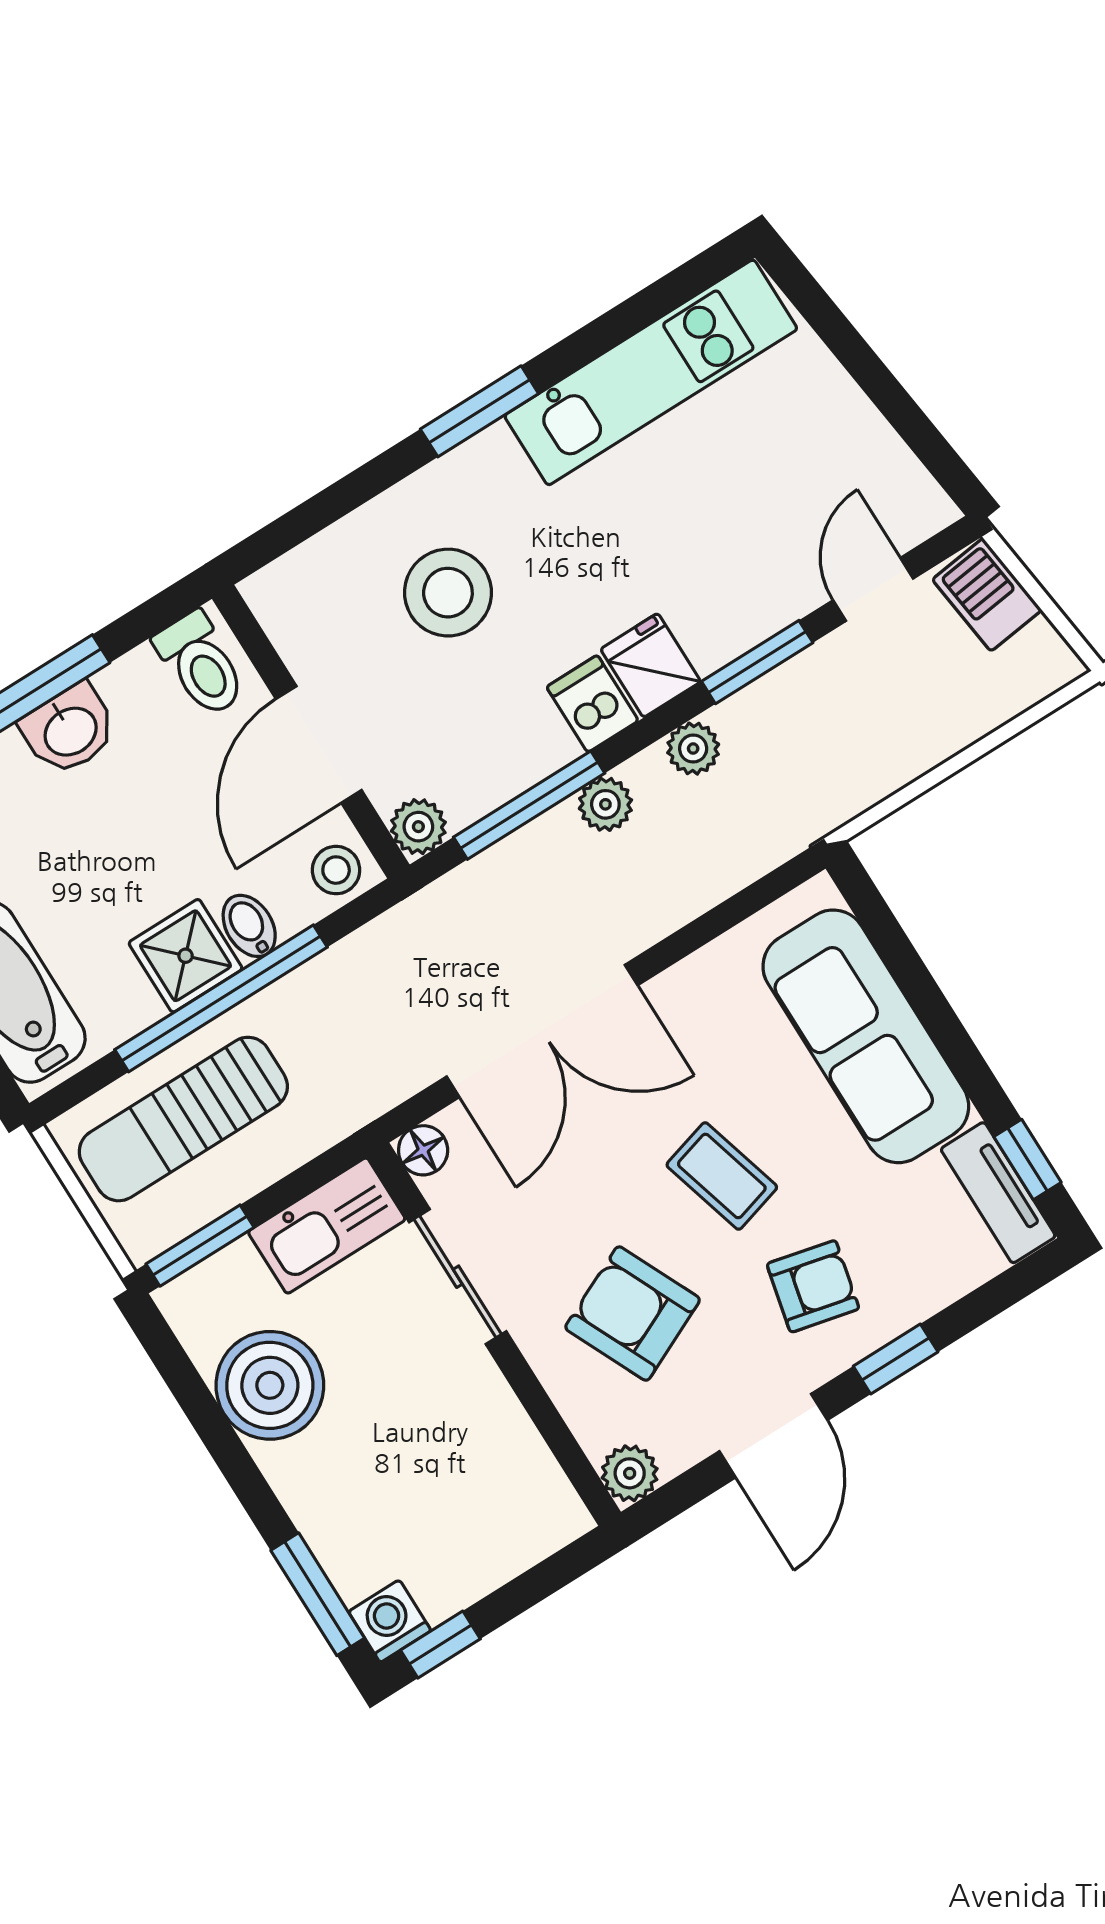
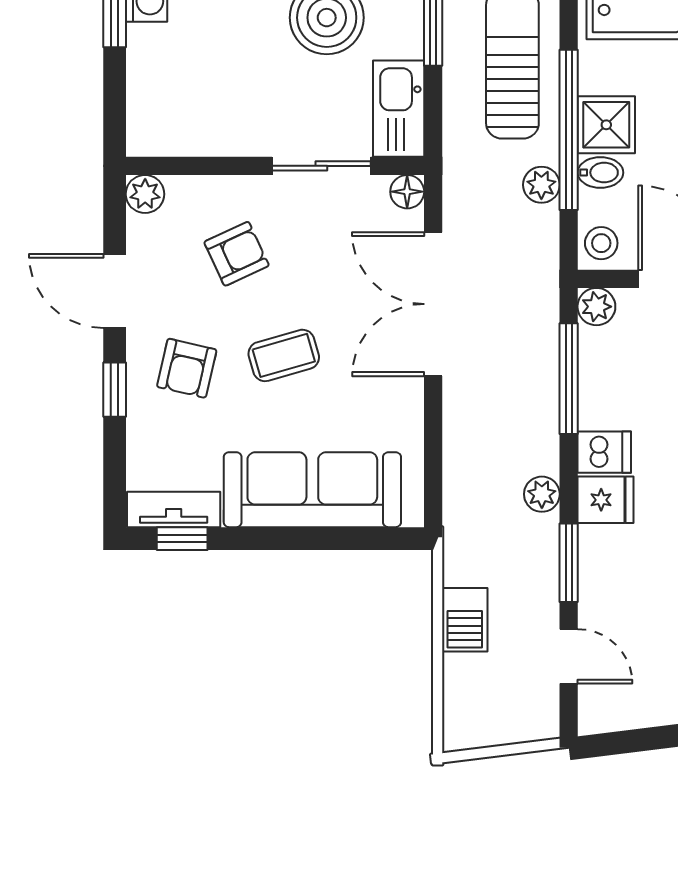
barbecue: (987, 595) -> (465, 620), moved, turned 97
plant: (605, 804) -> (541, 185), moved
armchair: (633, 1314) -> (237, 254), width x0.72, depth x0.72

